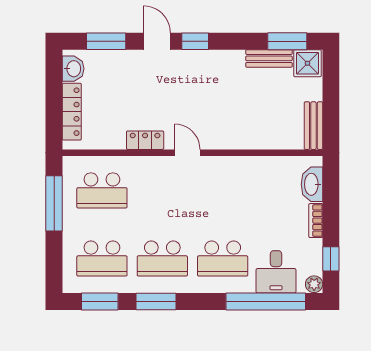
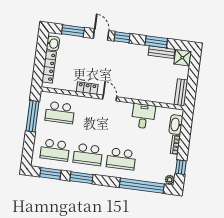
window: (287, 41) -> (156, 42), moved
desk: (276, 272) -> (143, 116), moved, turned 180

